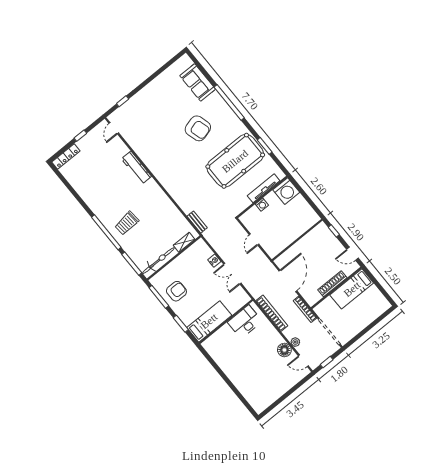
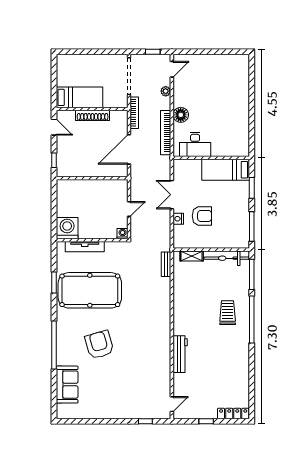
washing machine: (262, 205) -> (123, 234), moved
trolley: (127, 223) -> (228, 313), turned -85
double door: (232, 274) -> (172, 195), swing flipped
armchair: (176, 291) -> (202, 216), moved, turned 180
floor lamp: (284, 350) -> (181, 115), moved
door: (303, 361) -> (172, 69), hinge flipped

